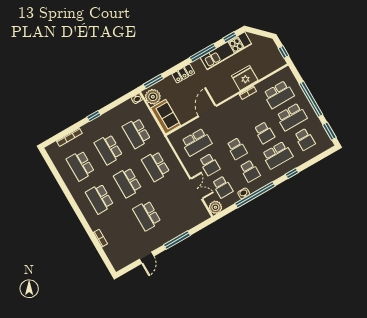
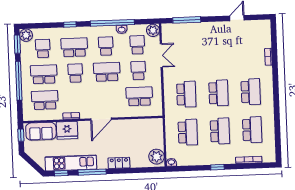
window: (153, 81) -> (149, 170), removed
door: (207, 111) -> (101, 119), moved
sofa: (166, 117) -> (41, 131), moved, turned -90
plant: (326, 143) -> (26, 35), added
school desk: (237, 149) -> (107, 72), width x1.85
double door: (196, 189) -> (161, 55), swing flipped
school desk: (147, 216) -> (217, 55), removed
window: (177, 240) -> (187, 20), moved

